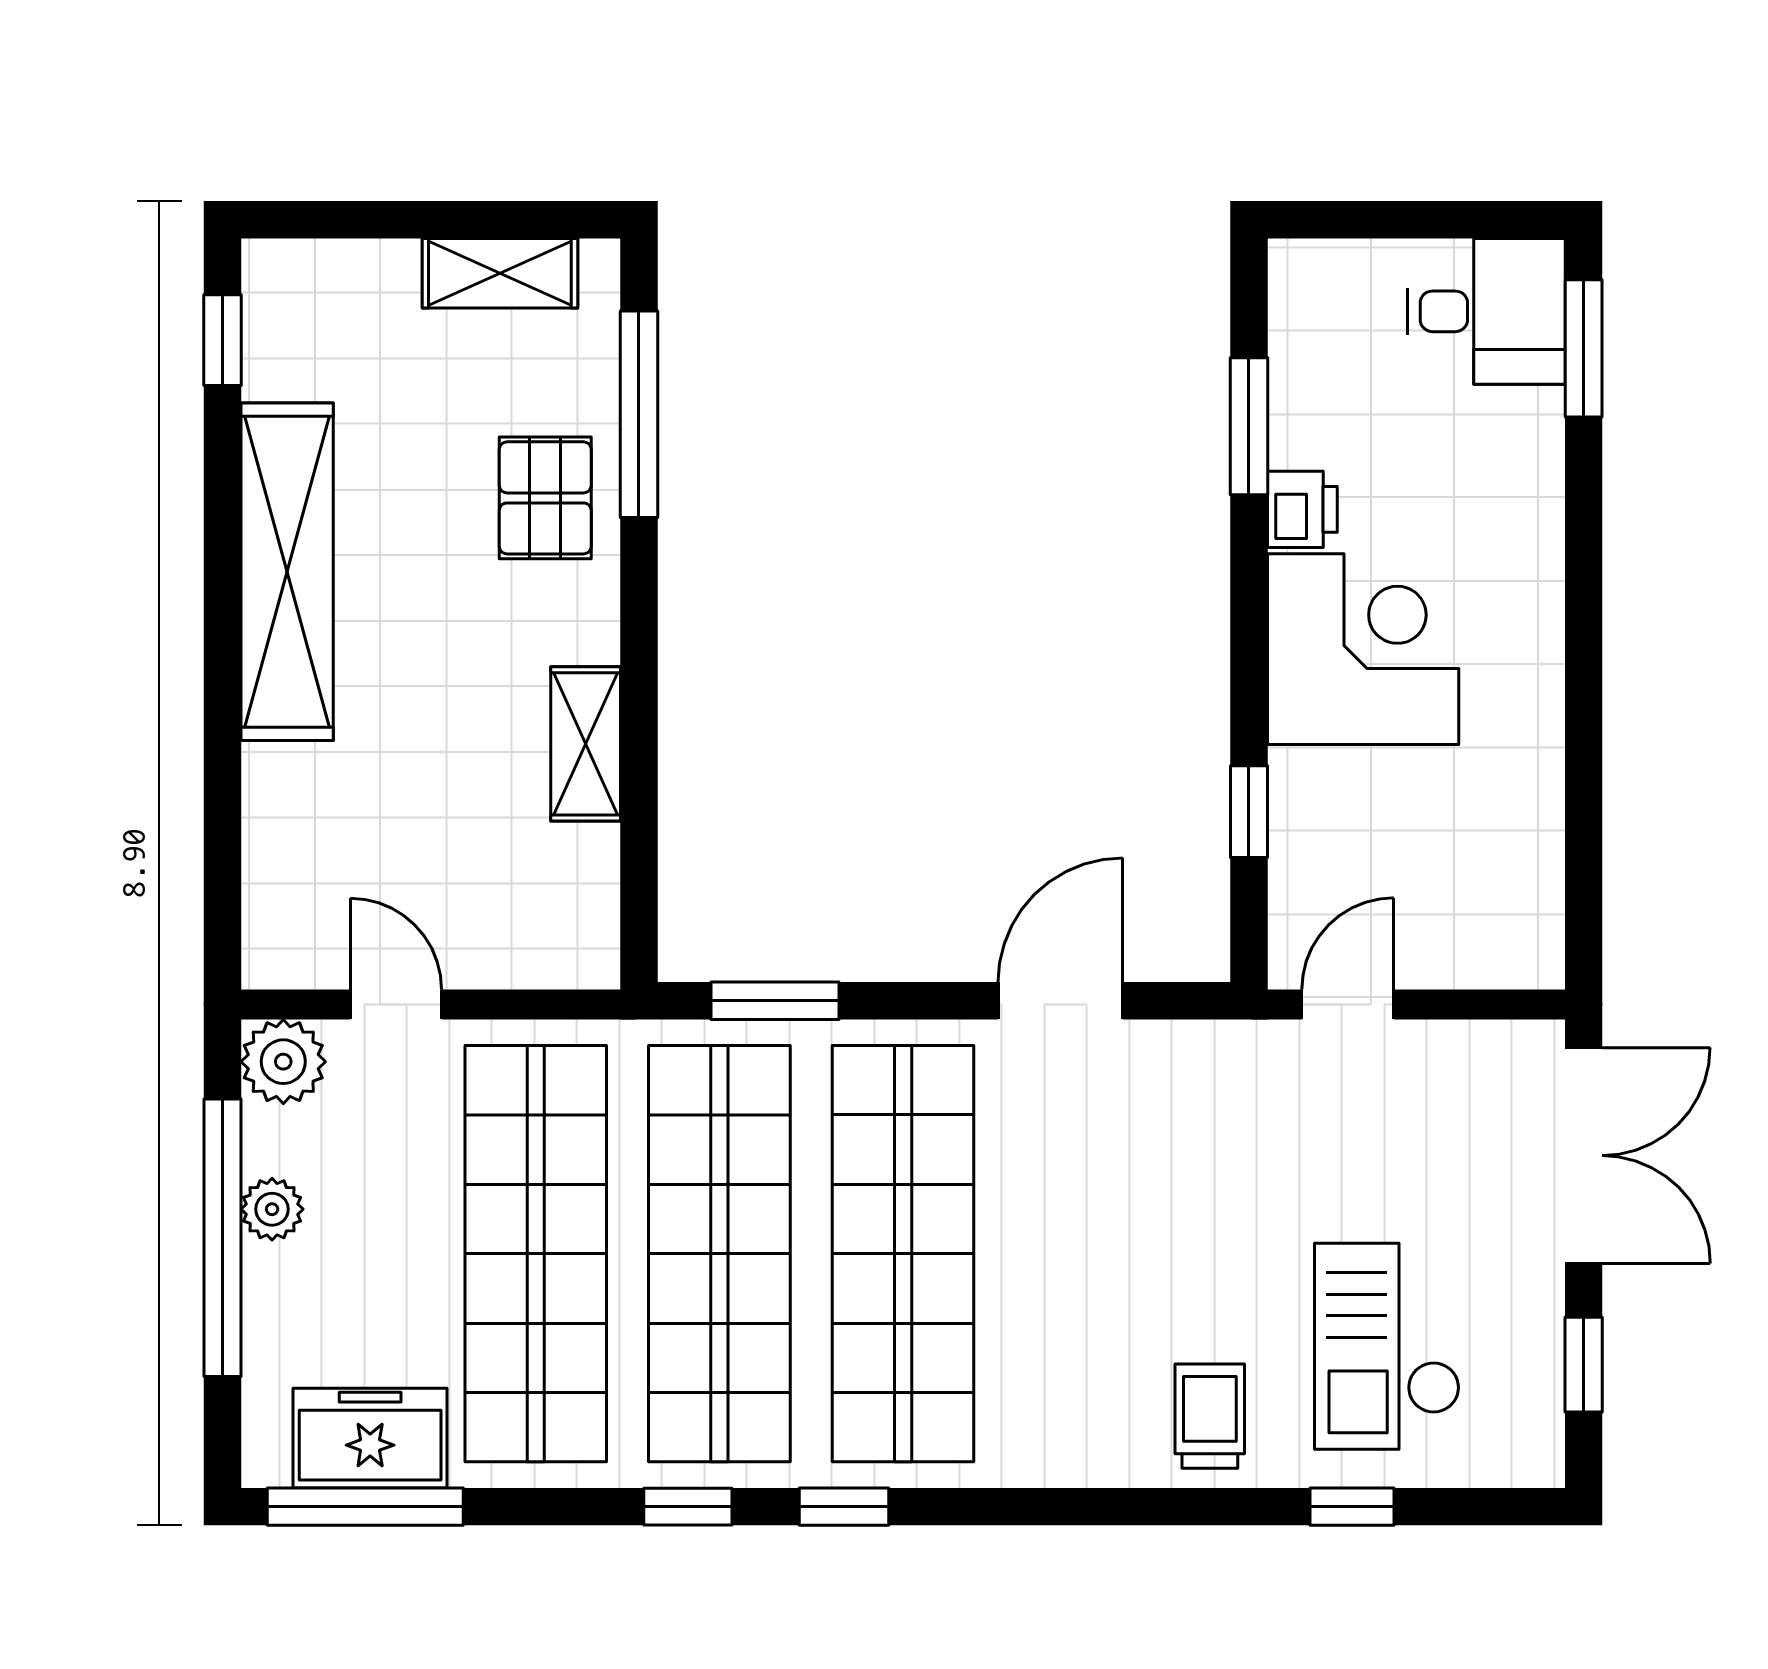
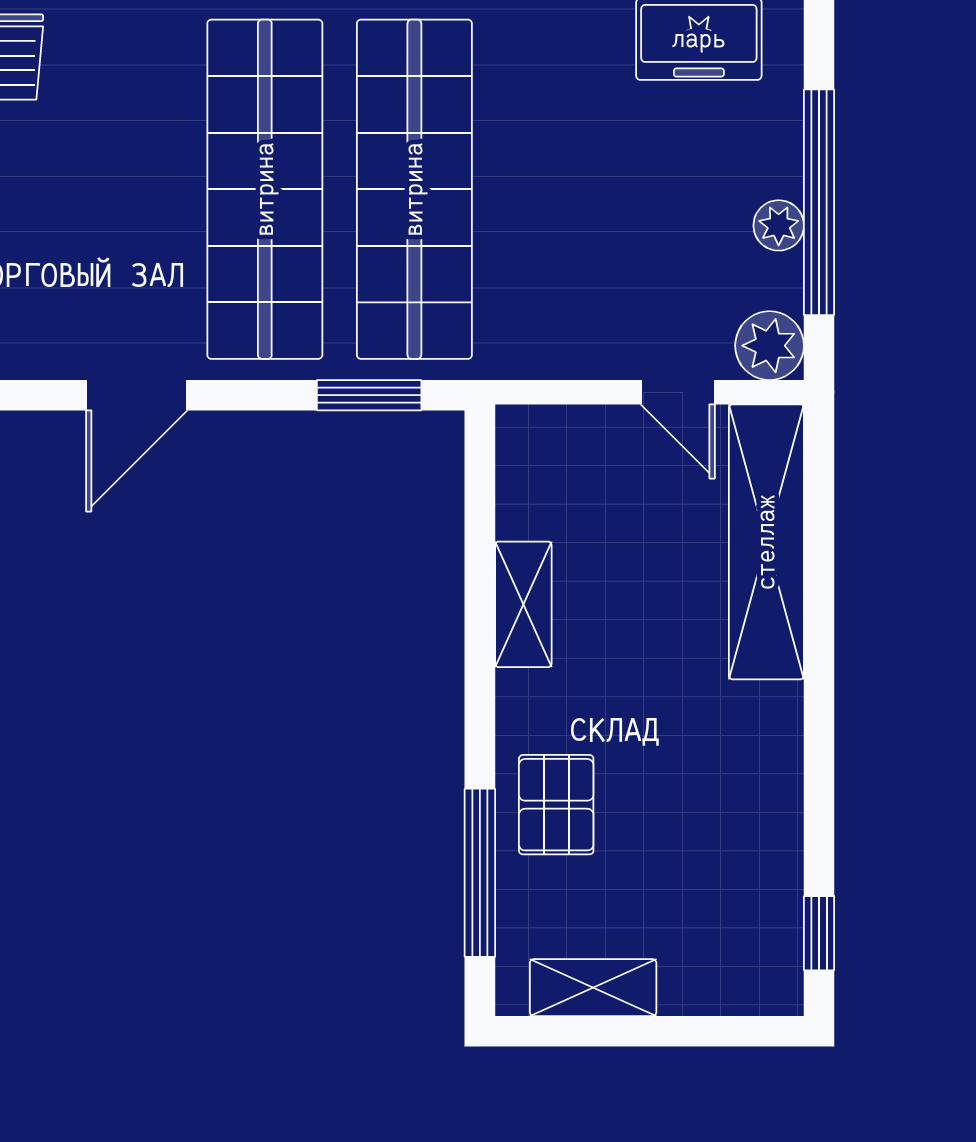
shelving: (287, 572) -> (766, 542), moved
shop shelf: (536, 1254) -> (564, 189), removed

